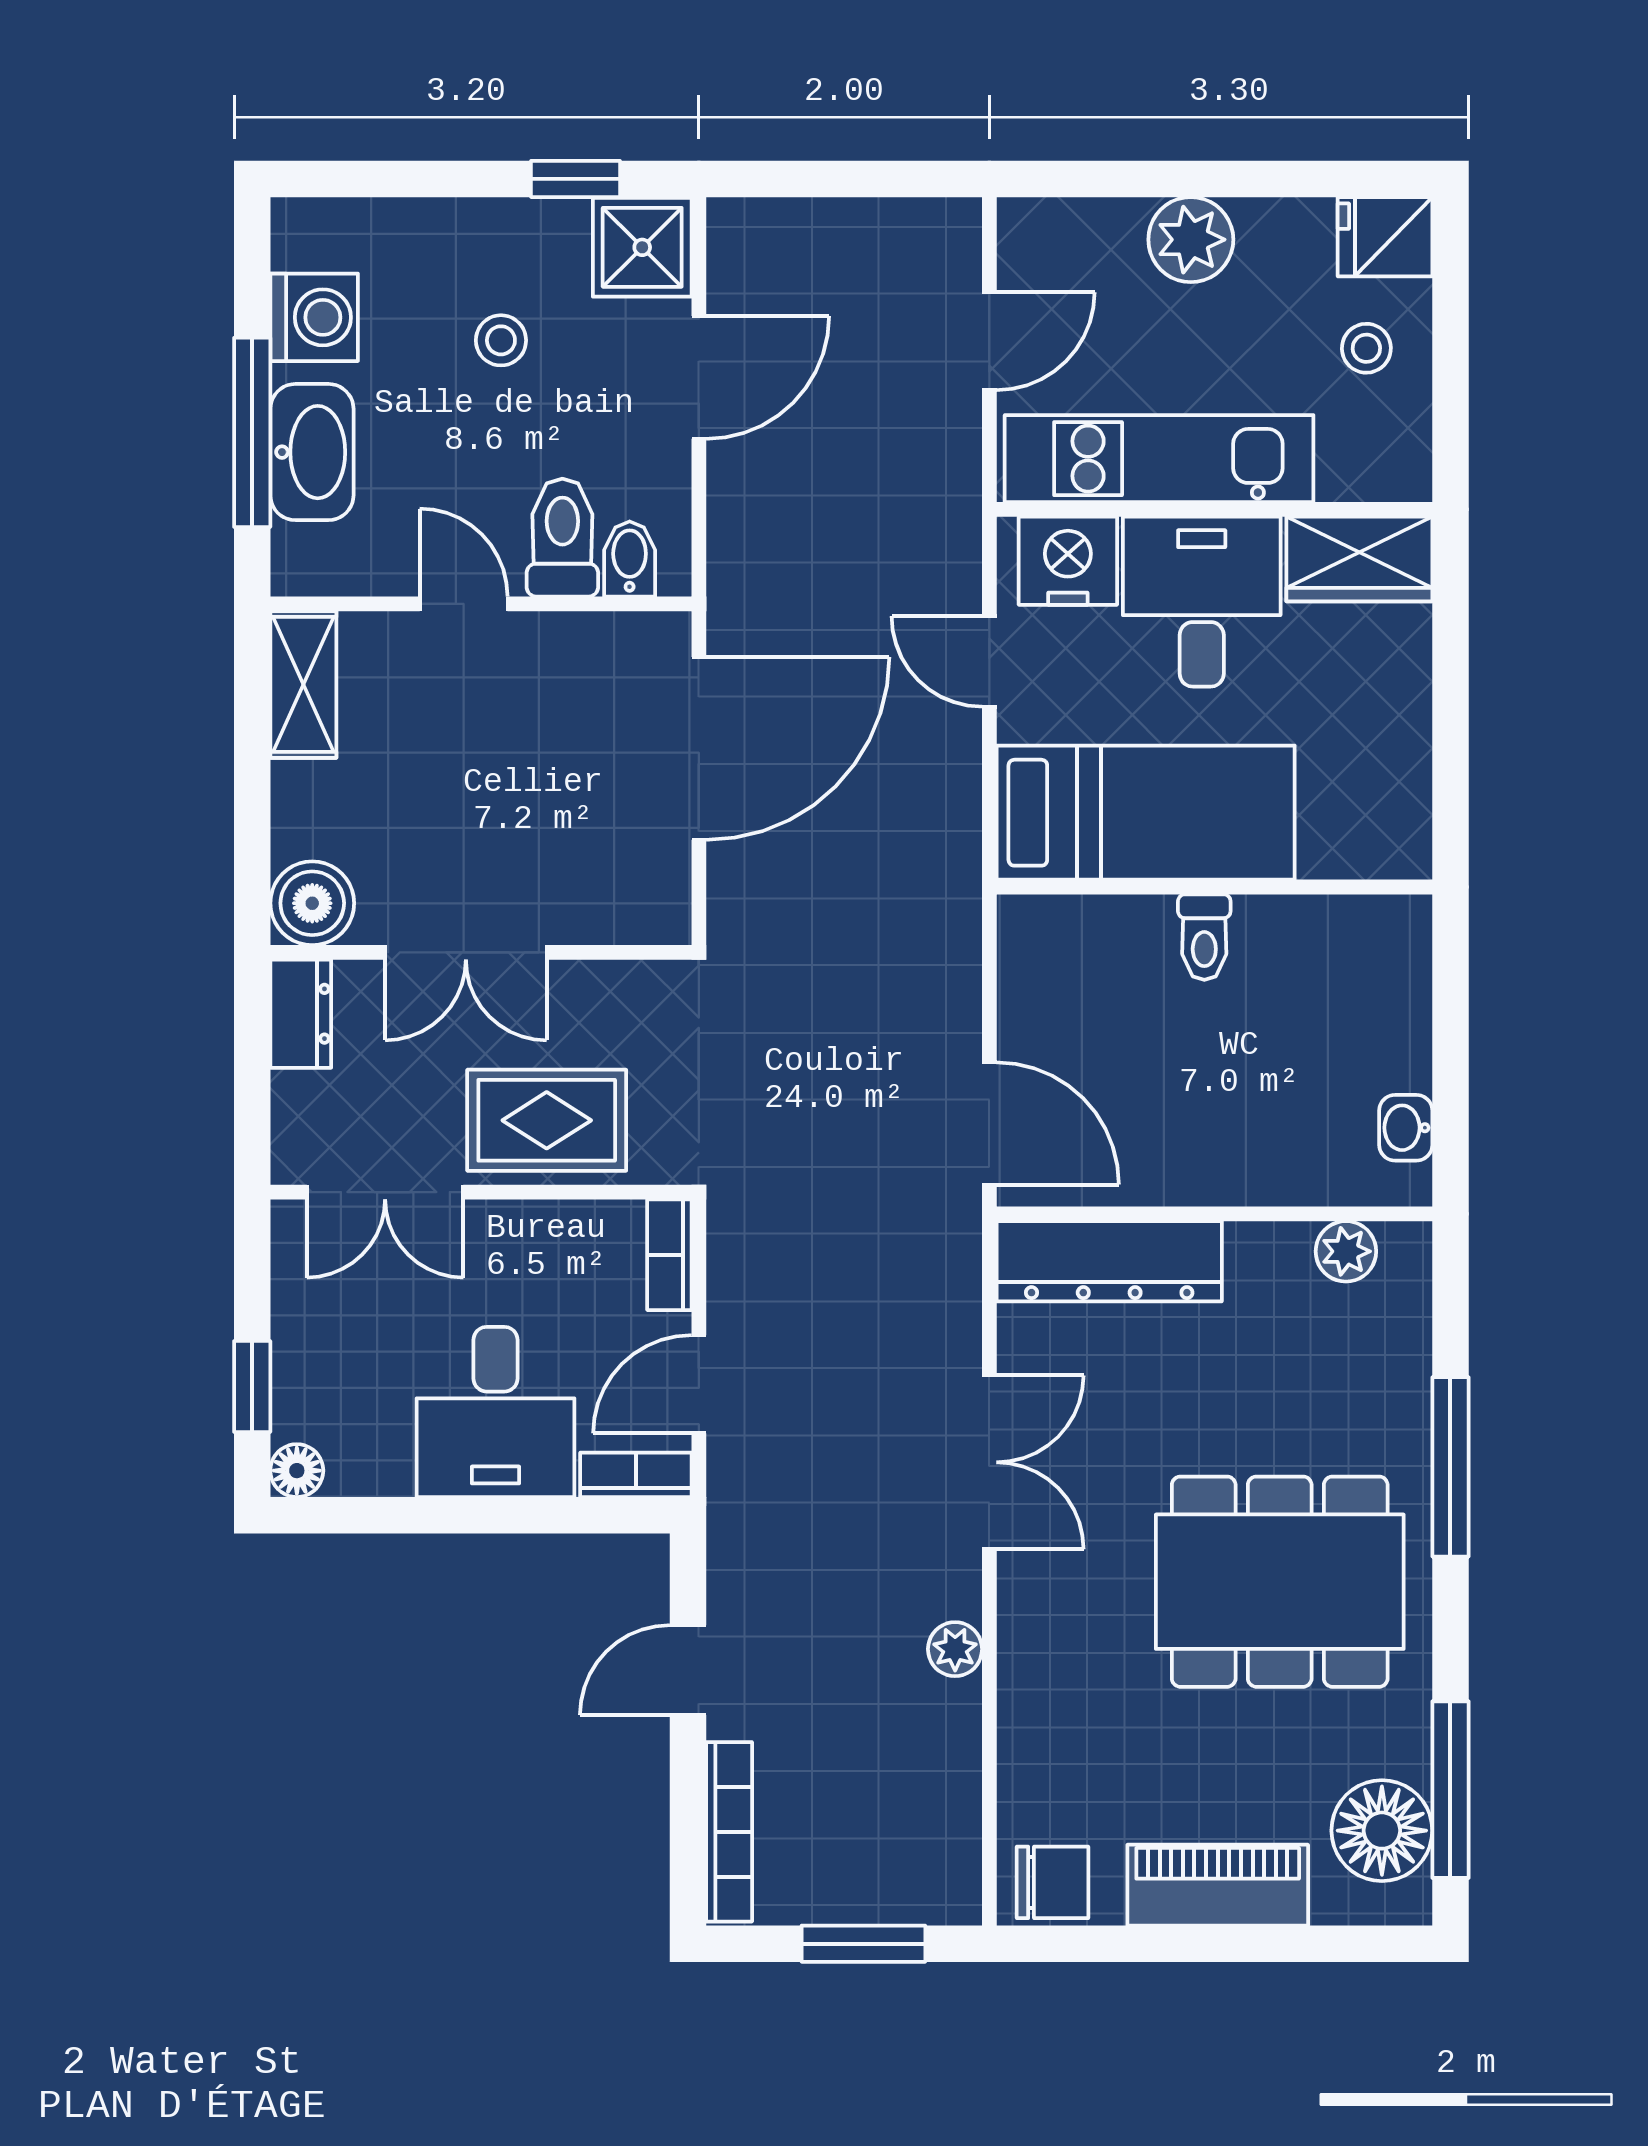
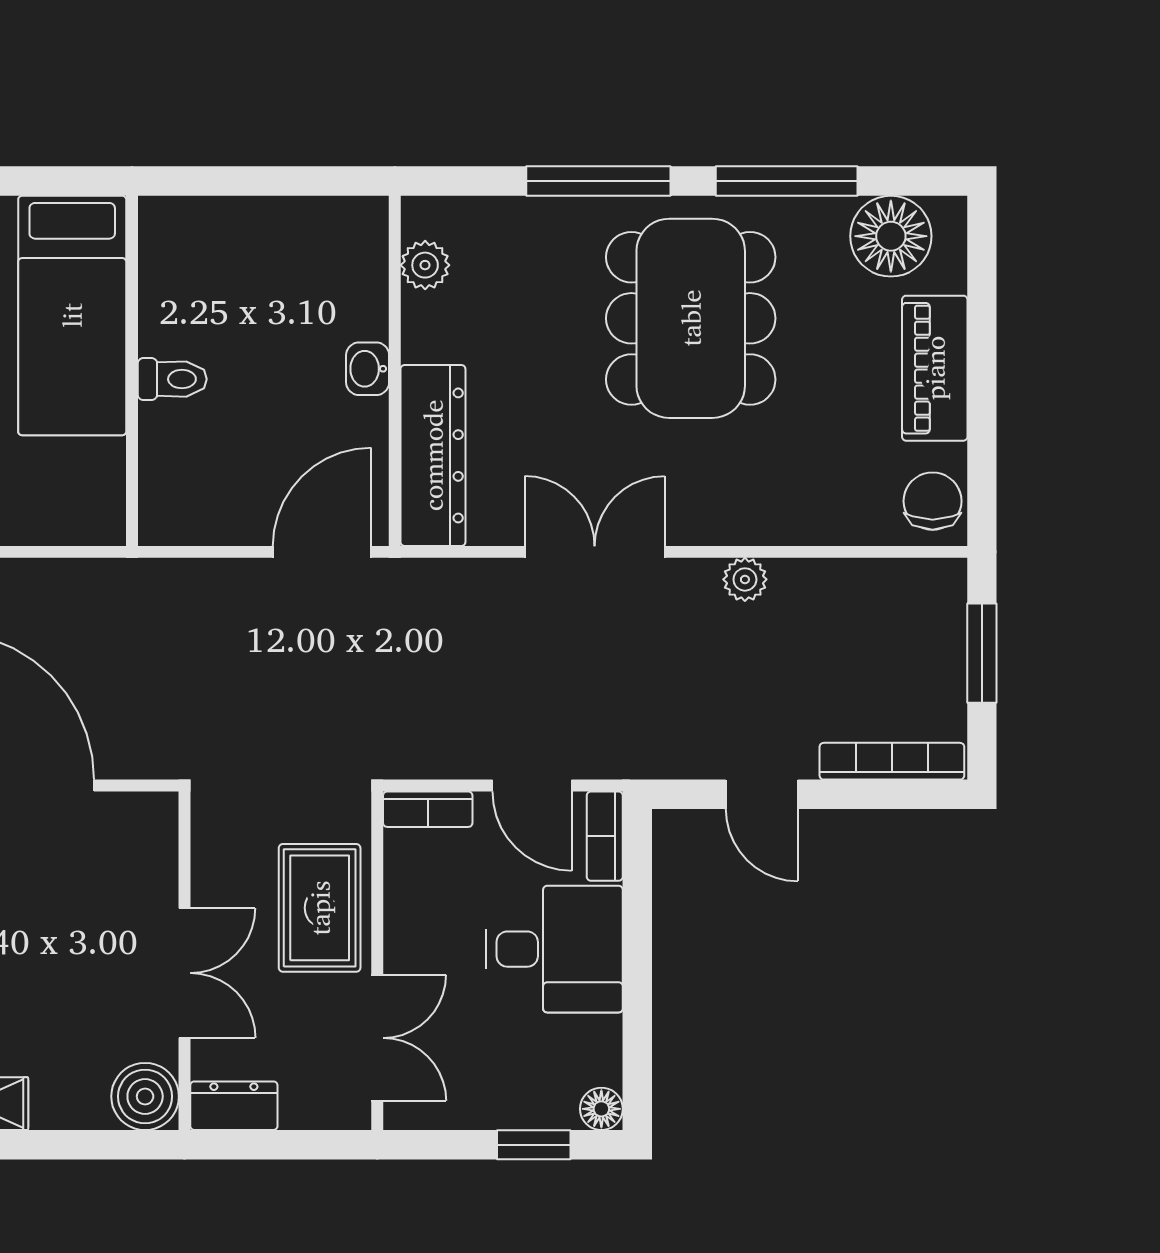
bed: (1146, 813) -> (72, 315), moved, turned 180
washbasin: (1406, 1128) -> (368, 369), moved, turned 90
window: (1450, 1790) -> (787, 181), moved

